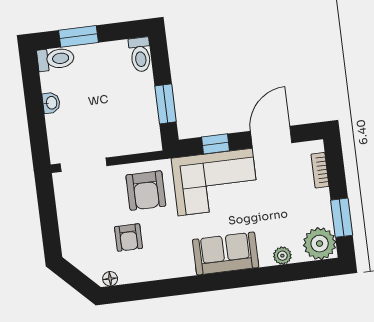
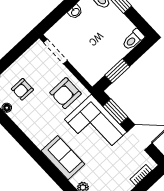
window: (216, 144) -> (115, 112), width x1.50
armchair: (129, 237) -> (22, 89), moved

